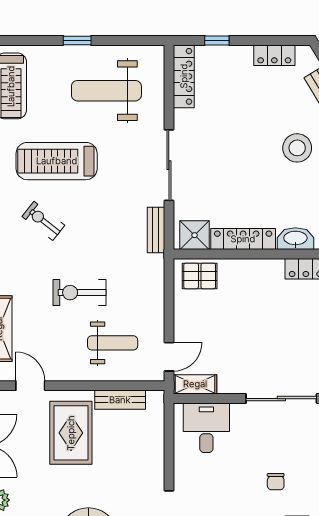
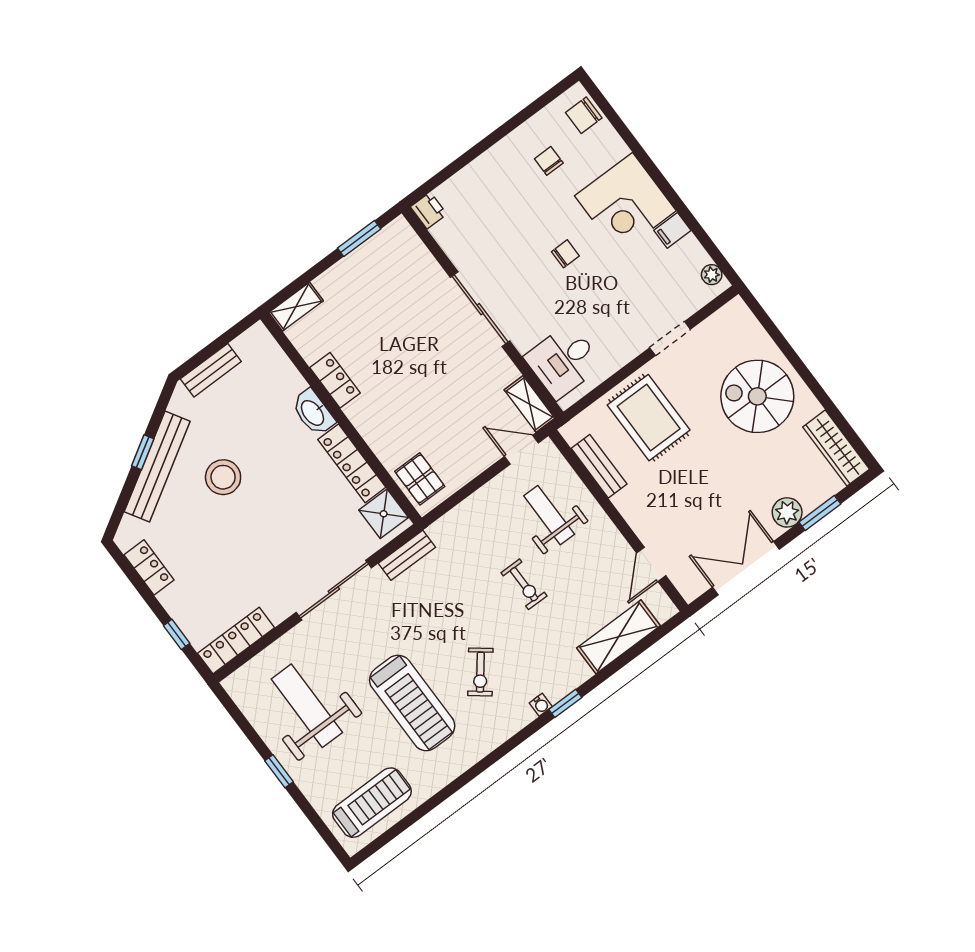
weight bench: (106, 91) -> (307, 706), turned 180
exercise bike: (80, 293) -> (524, 584), width x0.73, depth x0.72
rug: (71, 433) -> (649, 418), moved, turned 90

